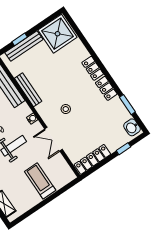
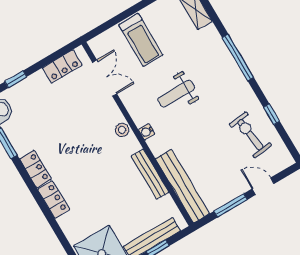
stool: (66, 109) -> (122, 130), moved
double door: (53, 139) -> (105, 78), moved
locker: (92, 159) -> (62, 66), width x0.66

